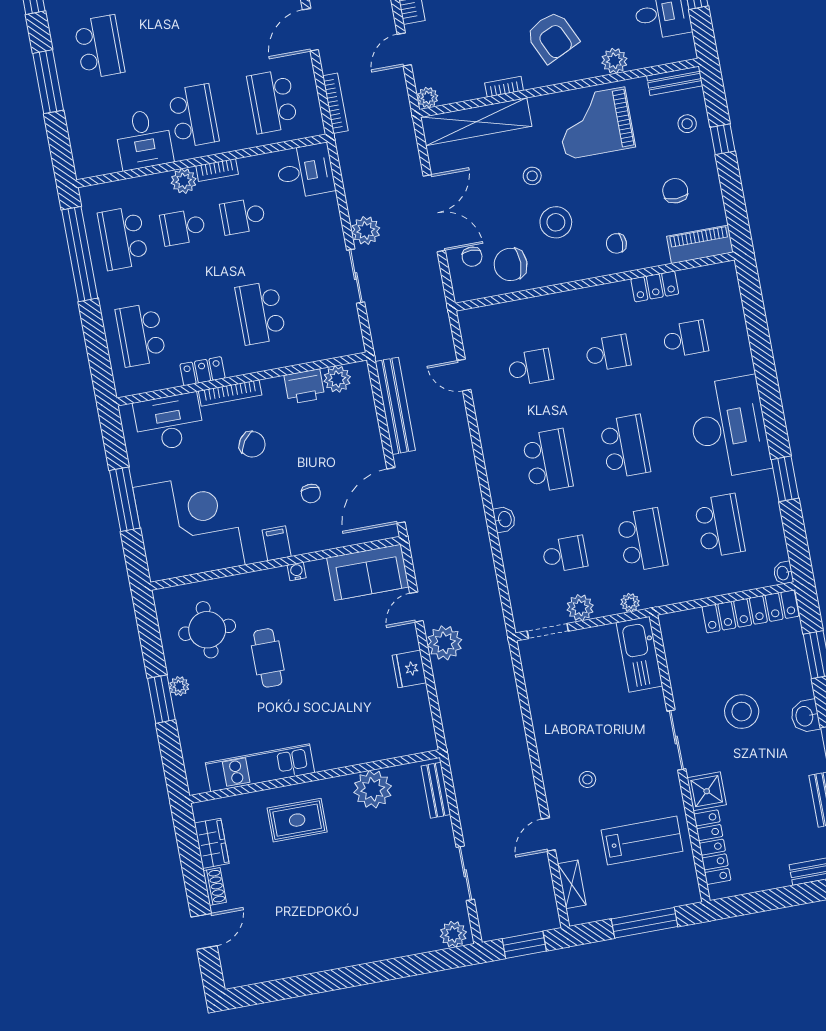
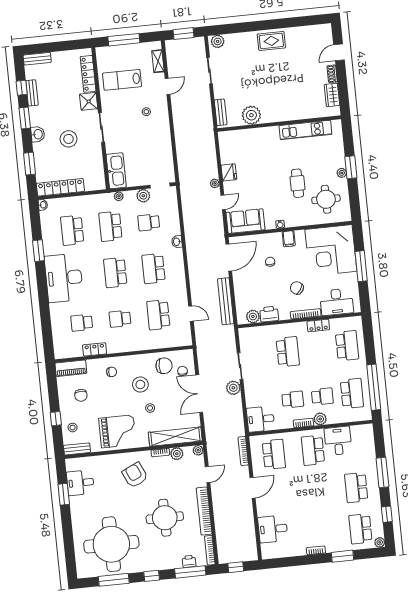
plant: (614, 61) -> (177, 454), moved
school desk: (530, 367) -> (158, 315), width x1.85
plant: (445, 643) -> (215, 183), width x0.53, depth x0.53
rug: (297, 820) -> (271, 41), moved

